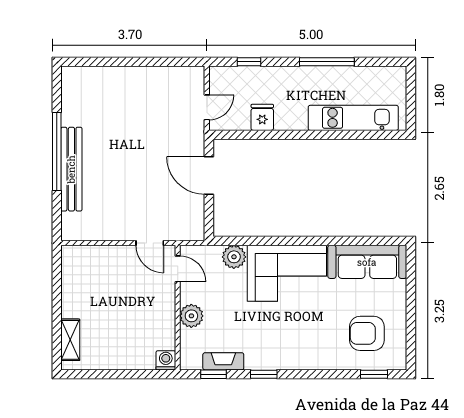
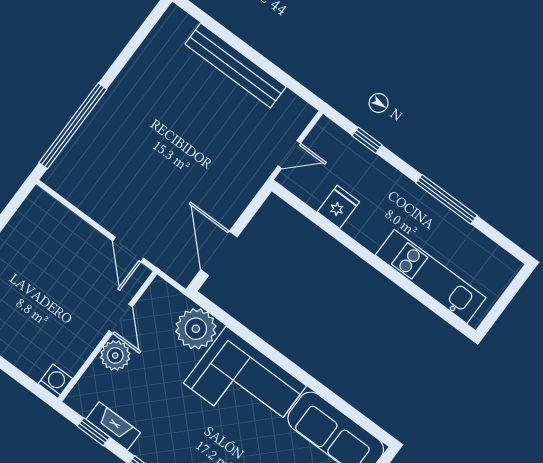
window: (57, 152) -> (73, 126), moved
bench: (71, 169) -> (236, 65), moved, turned 90
door: (209, 176) -> (219, 253), moved
plant: (234, 257) -> (196, 329), width x1.36, depth x1.36
door: (178, 269) -> (121, 319), moved

